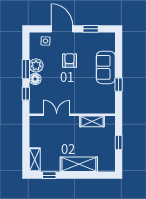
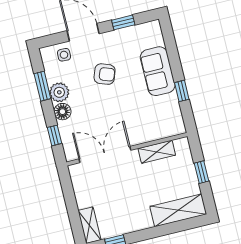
armchair: (70, 61) -> (105, 74), turned 110
window: (26, 69) -> (42, 86), moved
double door: (57, 115) -> (105, 155), width x1.37
shelving: (79, 164) -> (178, 210), moved

